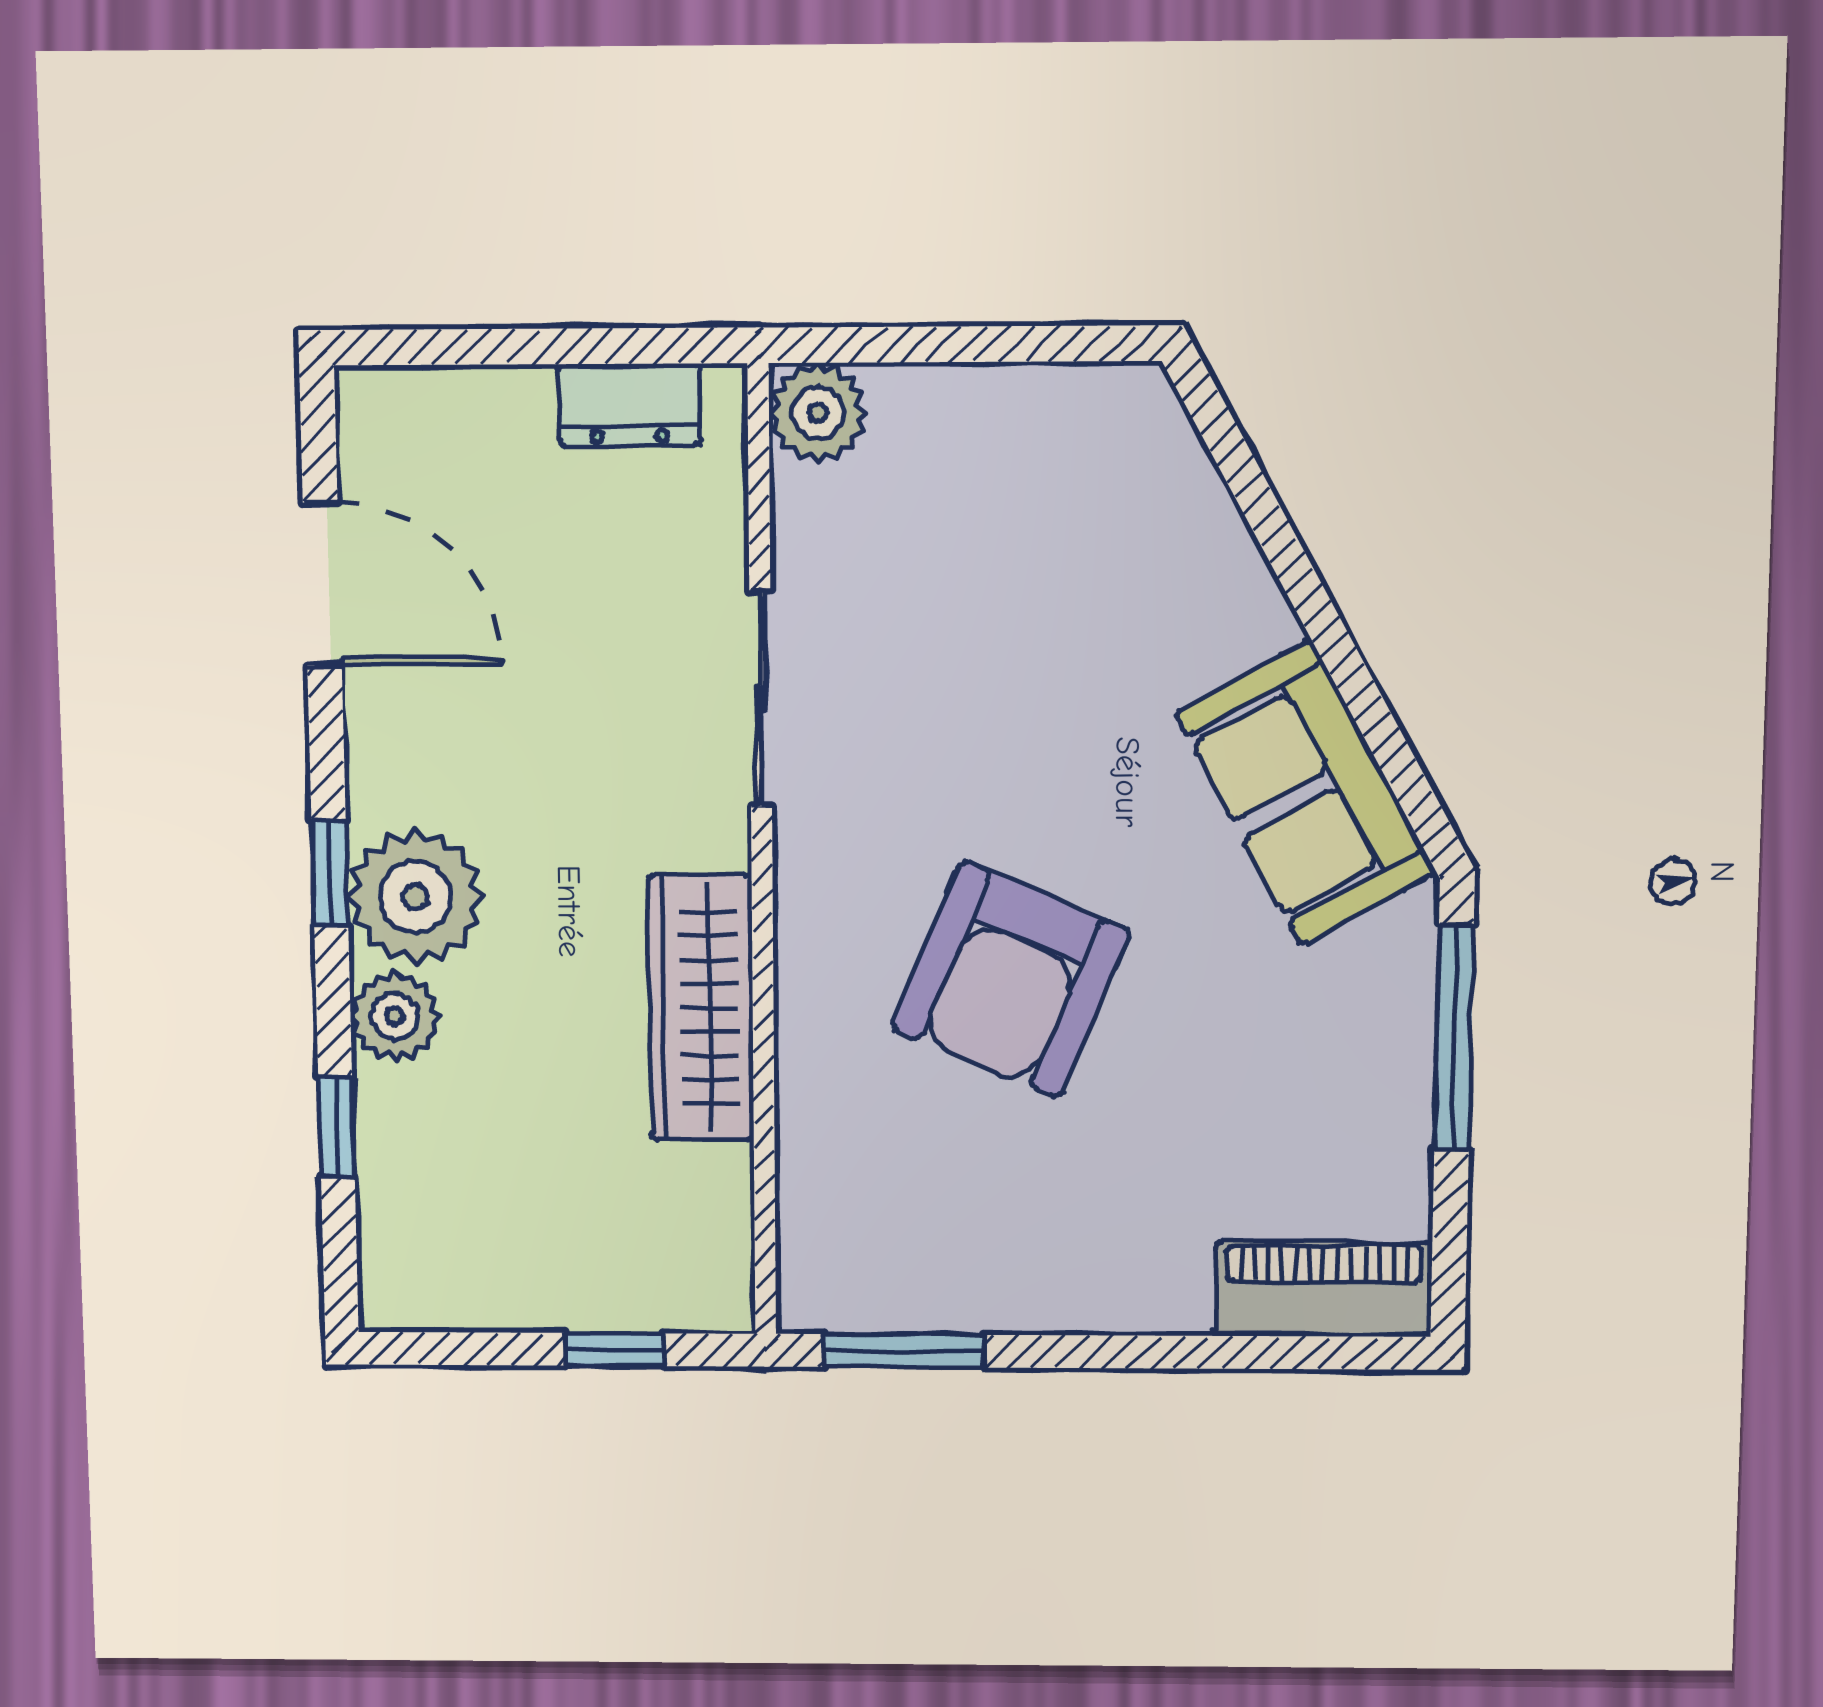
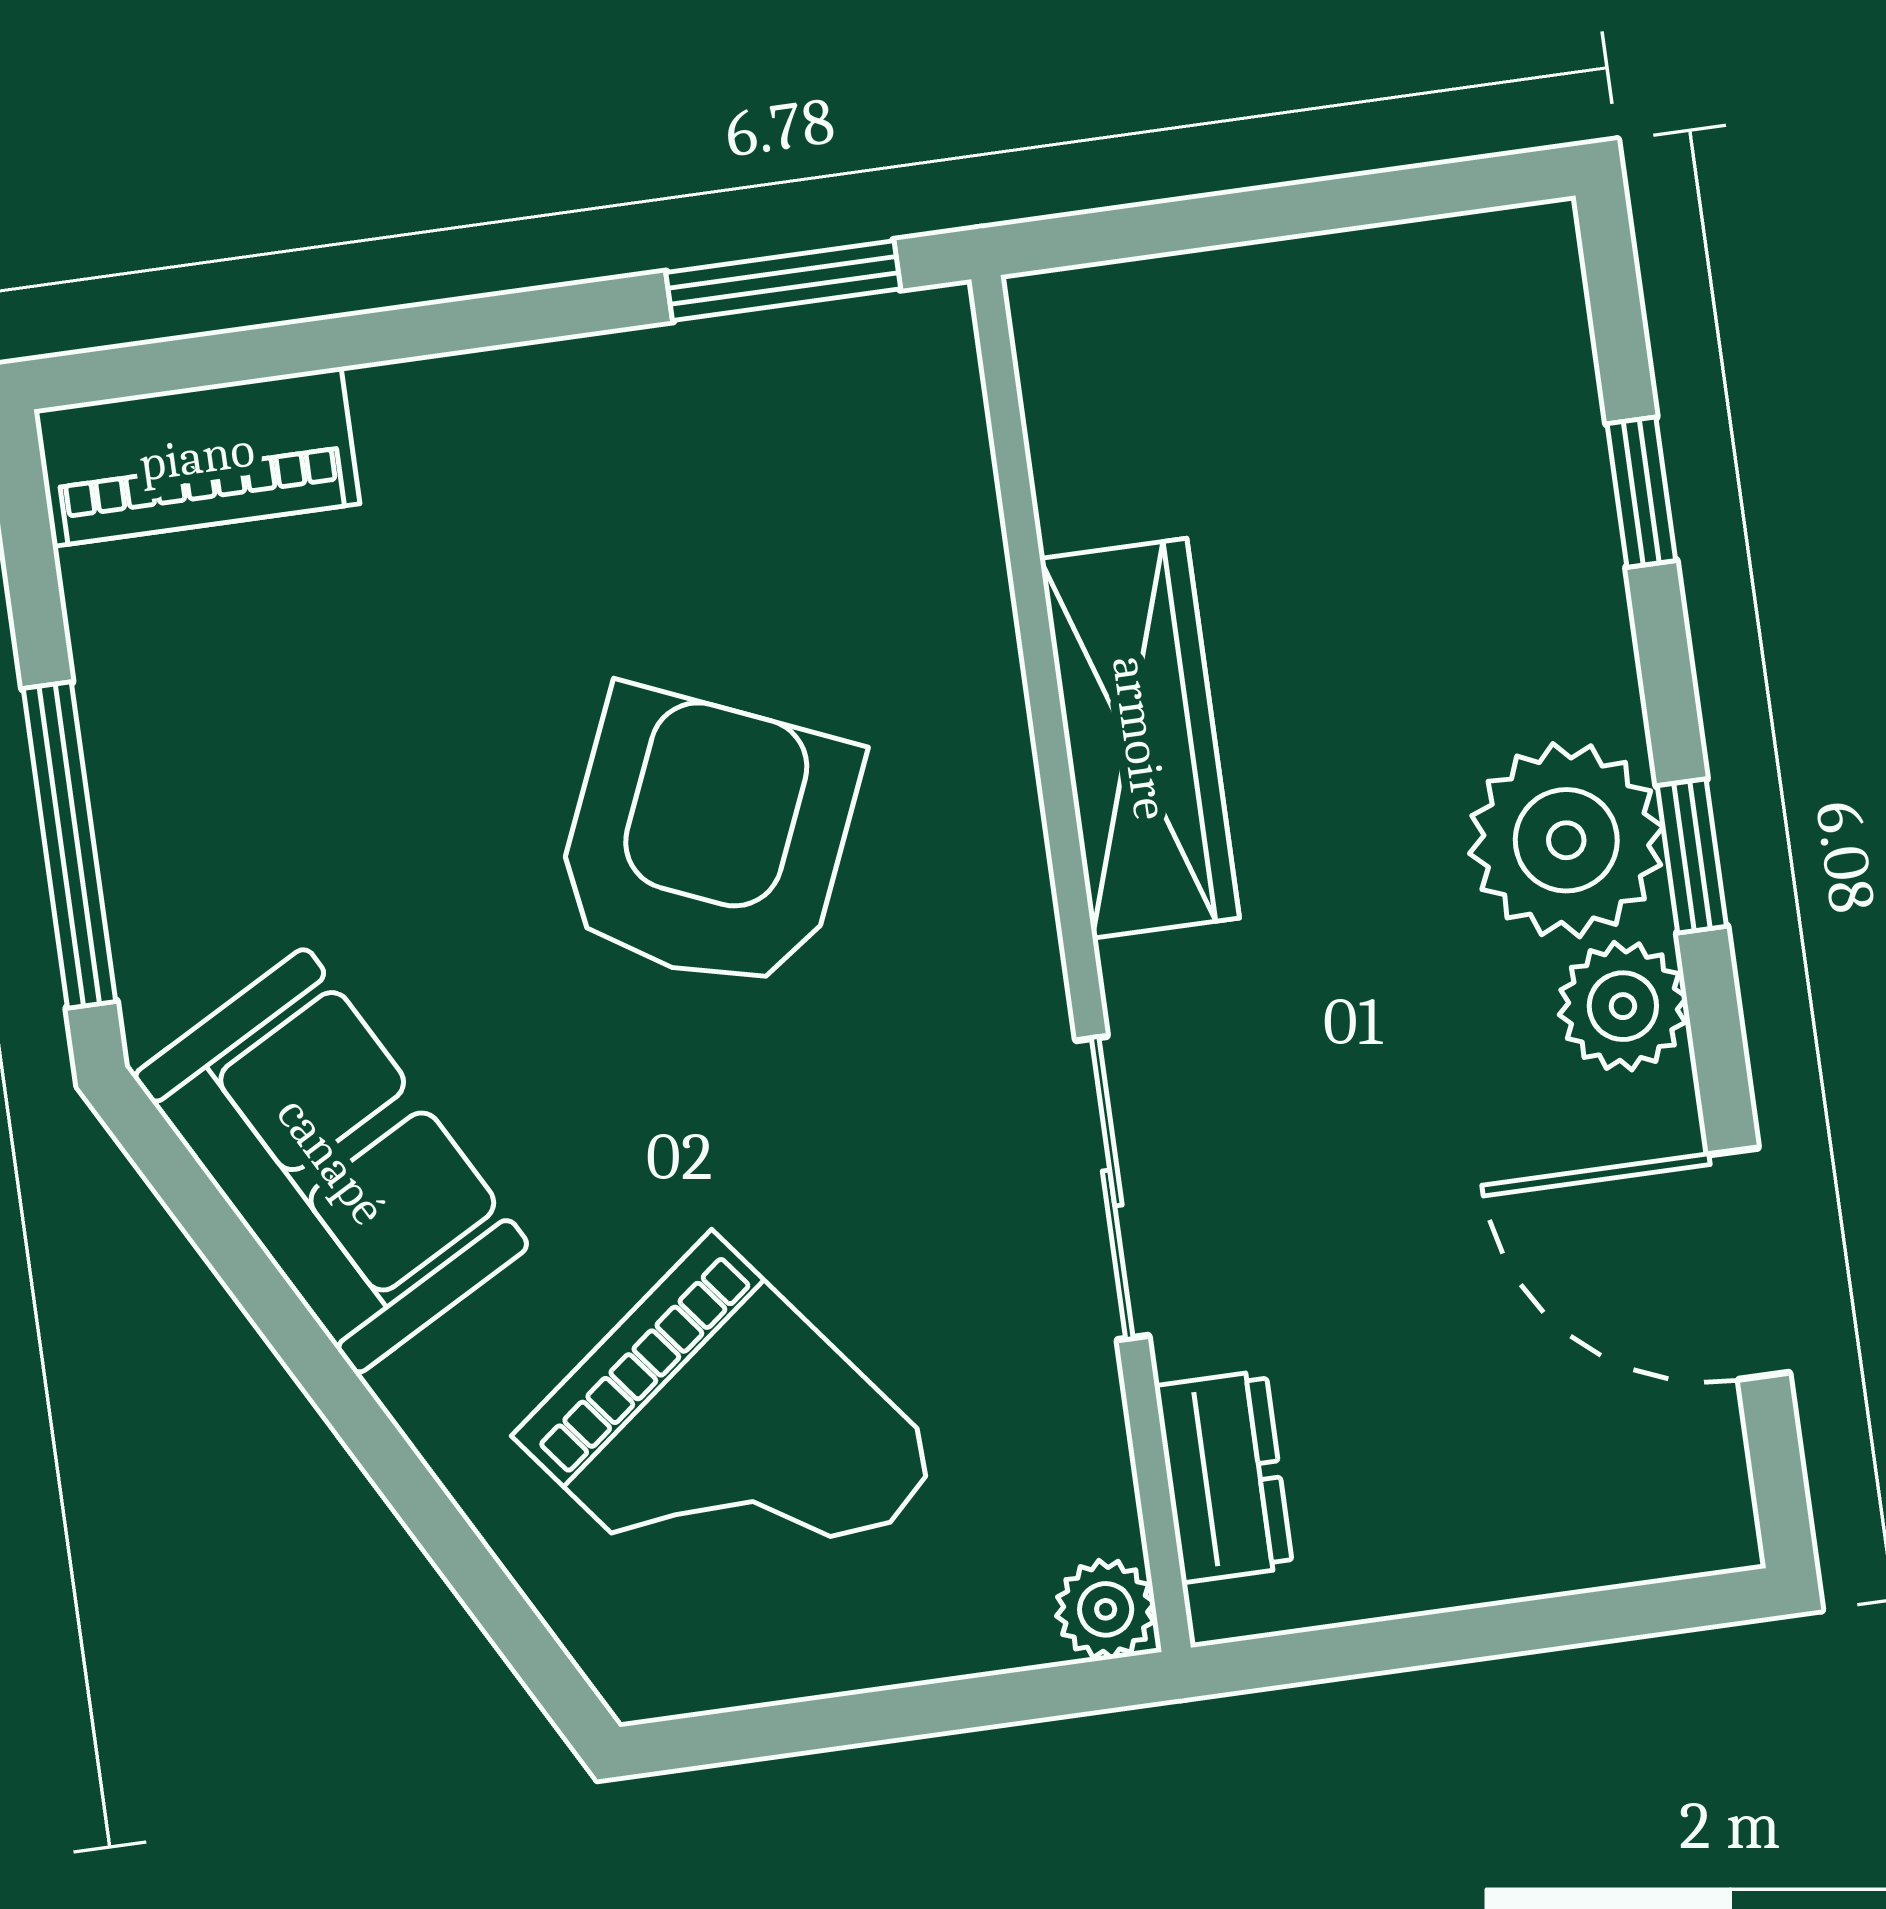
dresser: (629, 405) -> (1224, 1477), moved, turned 90
plant: (818, 413) -> (1106, 1609), width x0.73, depth x0.73
grand piano: (1054, 551) -> (731, 1448), added
plant: (395, 1016) -> (1623, 1006), moved
window: (614, 1349) -> (1201, 223), removed

